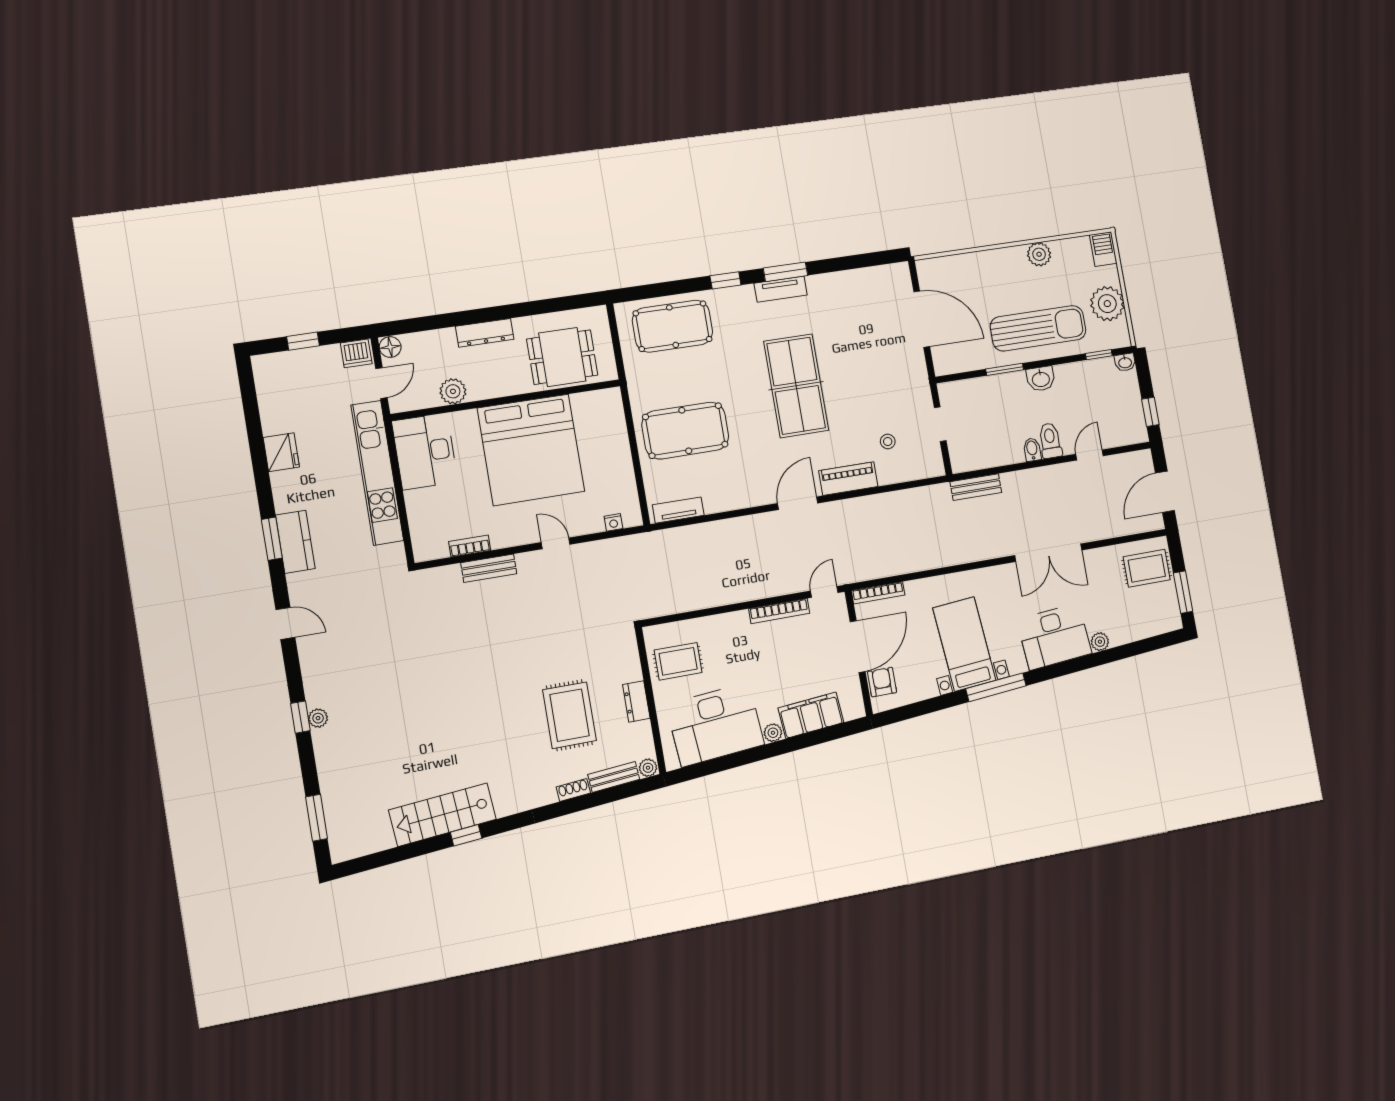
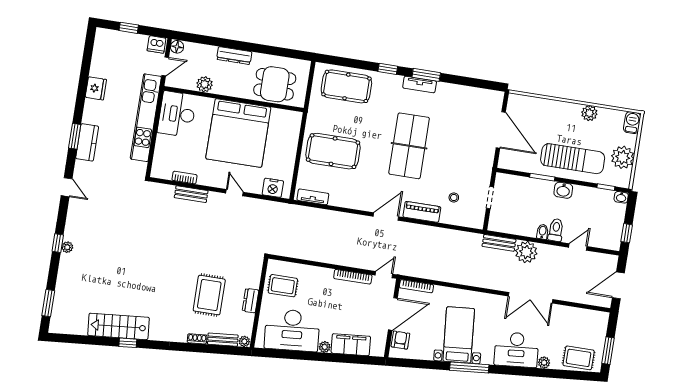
plant: (1019, 487) -> (526, 252), added
nightstand: (613, 522) -> (273, 188), width x1.89, depth x1.79
rug: (1147, 568) -> (579, 358), moved

